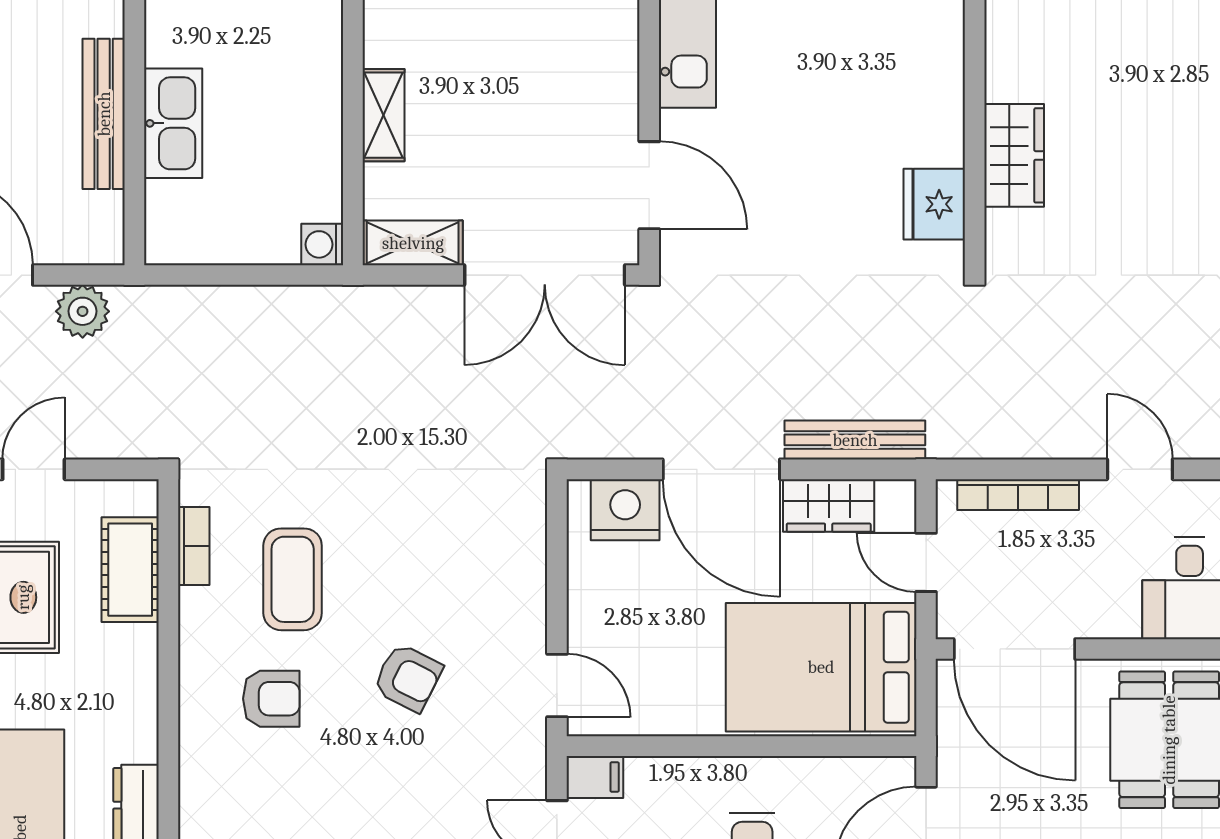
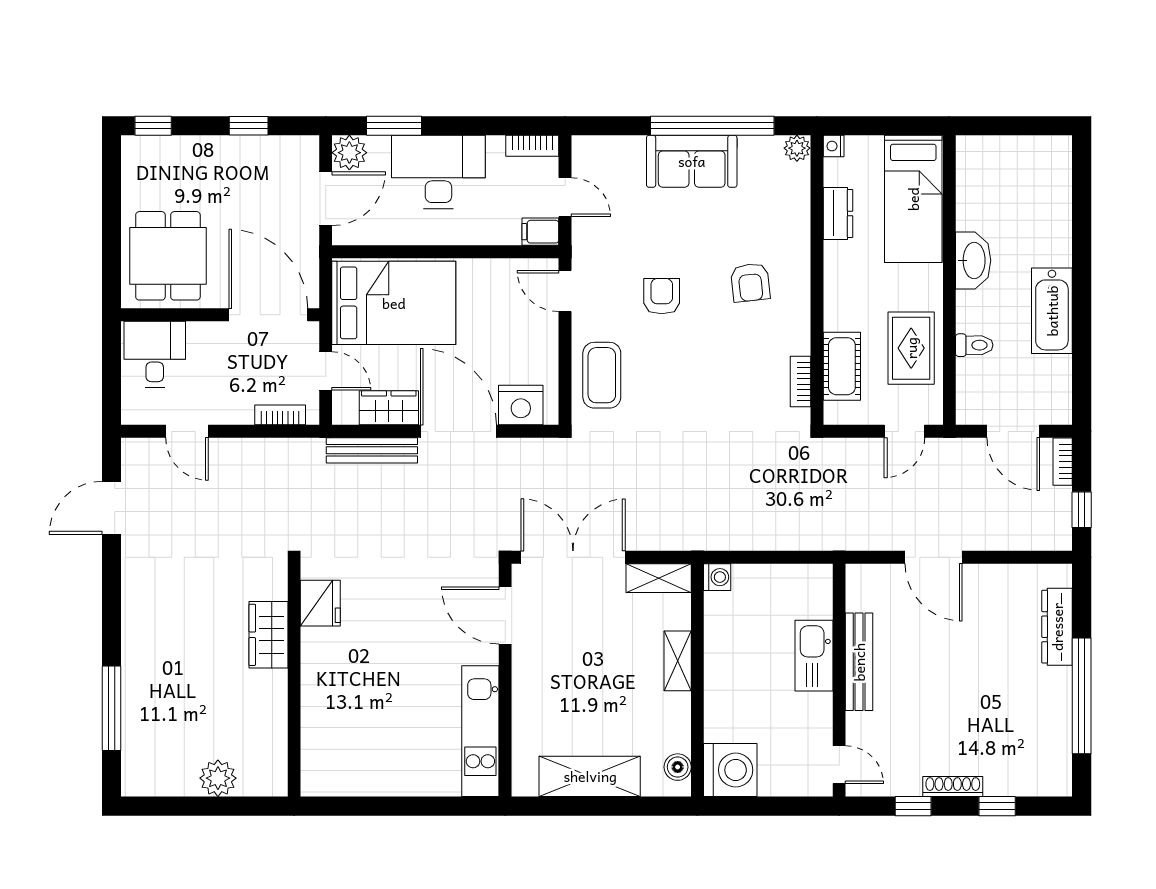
plant: (83, 311) -> (873, 534), removed
bookcase: (1018, 495) -> (280, 415), width x0.64
coffee table: (293, 579) -> (602, 375), moved
armchair: (408, 678) -> (662, 296), turned 63
armchair: (271, 699) -> (750, 282), turned -96

